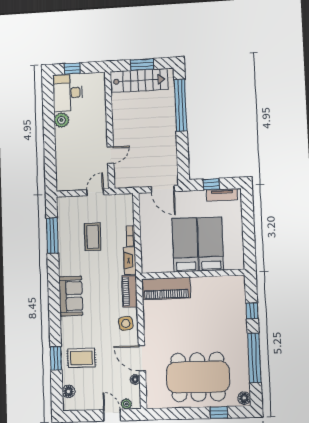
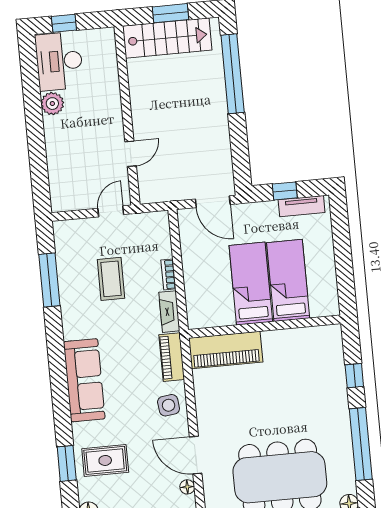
sofa: (71, 296) -> (84, 380), width x1.36

